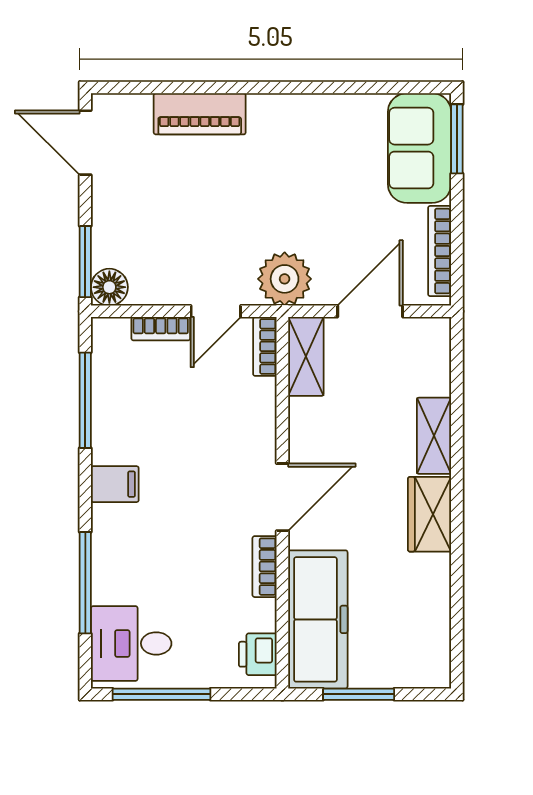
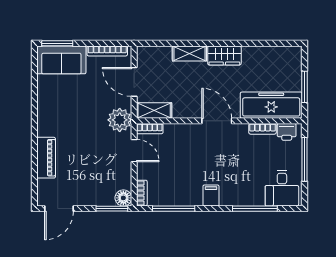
bookcase: (161, 329) -> (142, 193), moved
bookcase: (265, 567) -> (263, 129), moved
window: (162, 694) -> (305, 159), moved

